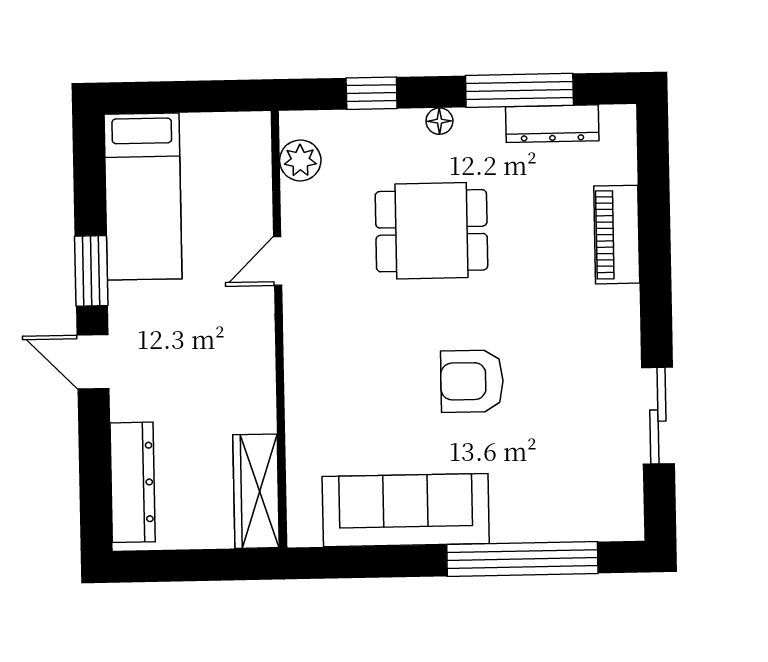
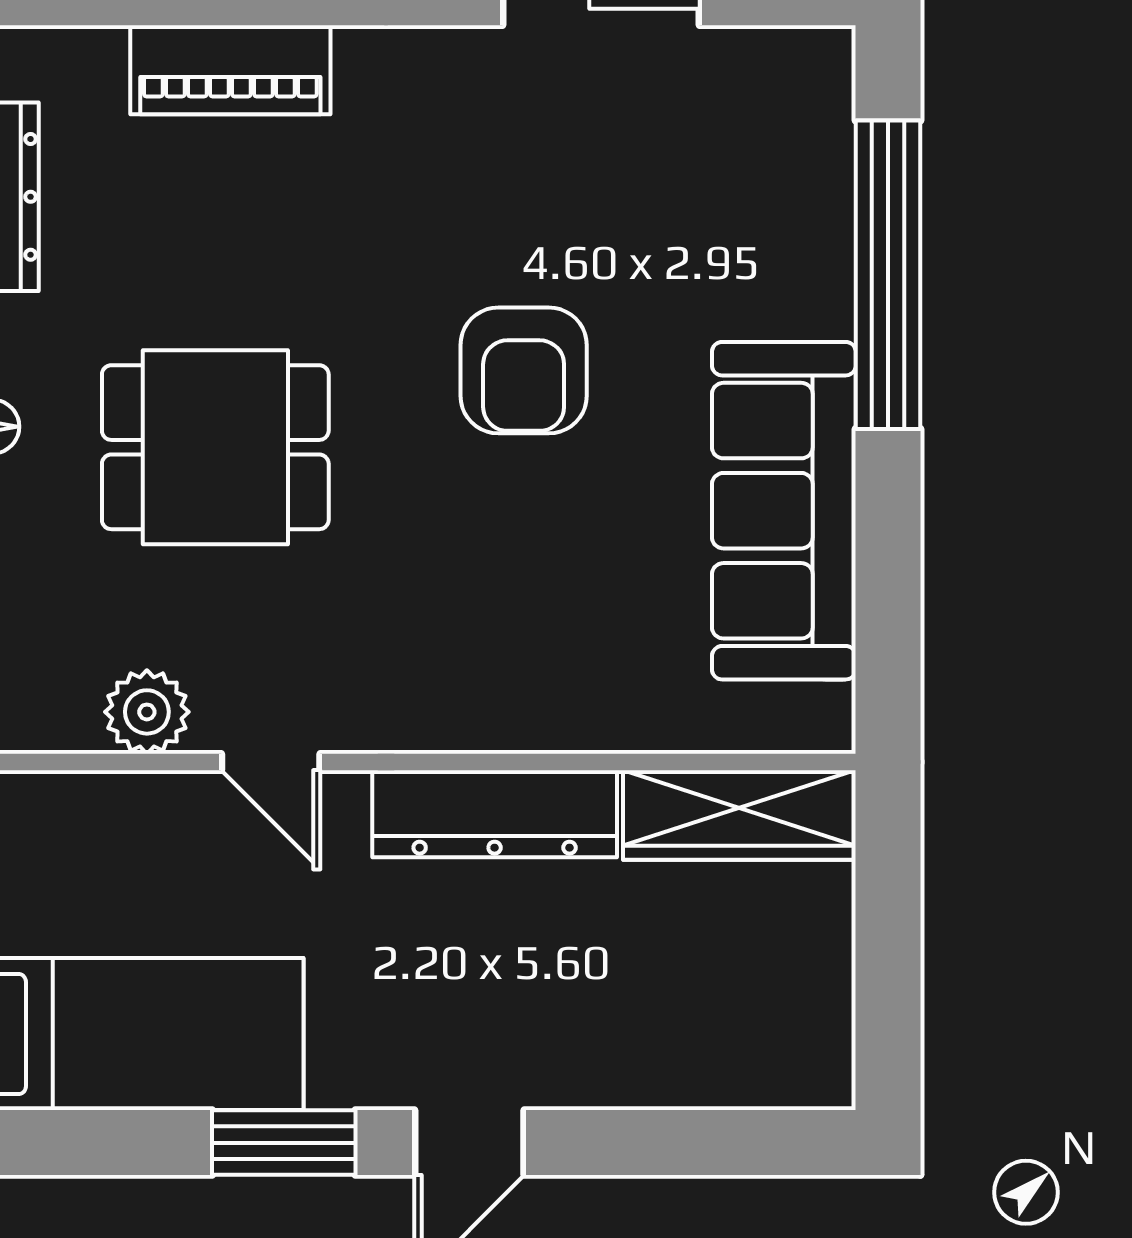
plant: (300, 160) -> (147, 712), moved
dining table: (431, 231) -> (215, 447), turned 90
dresser: (133, 482) -> (495, 814), moved, turned 180

